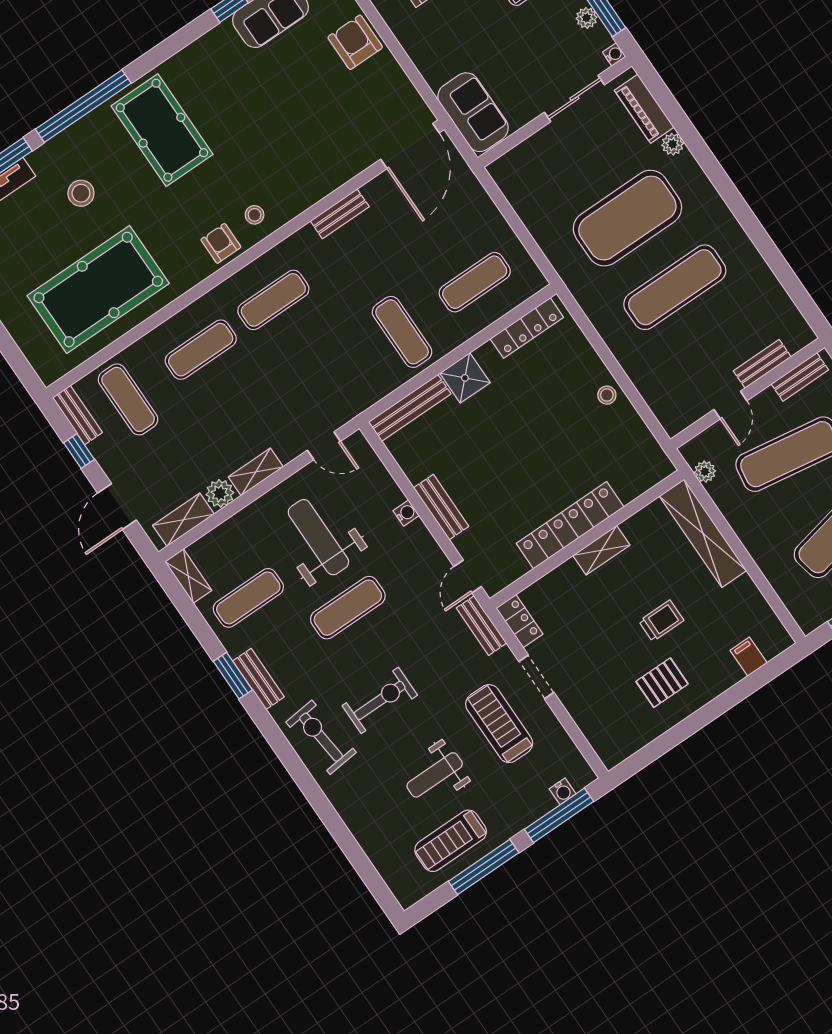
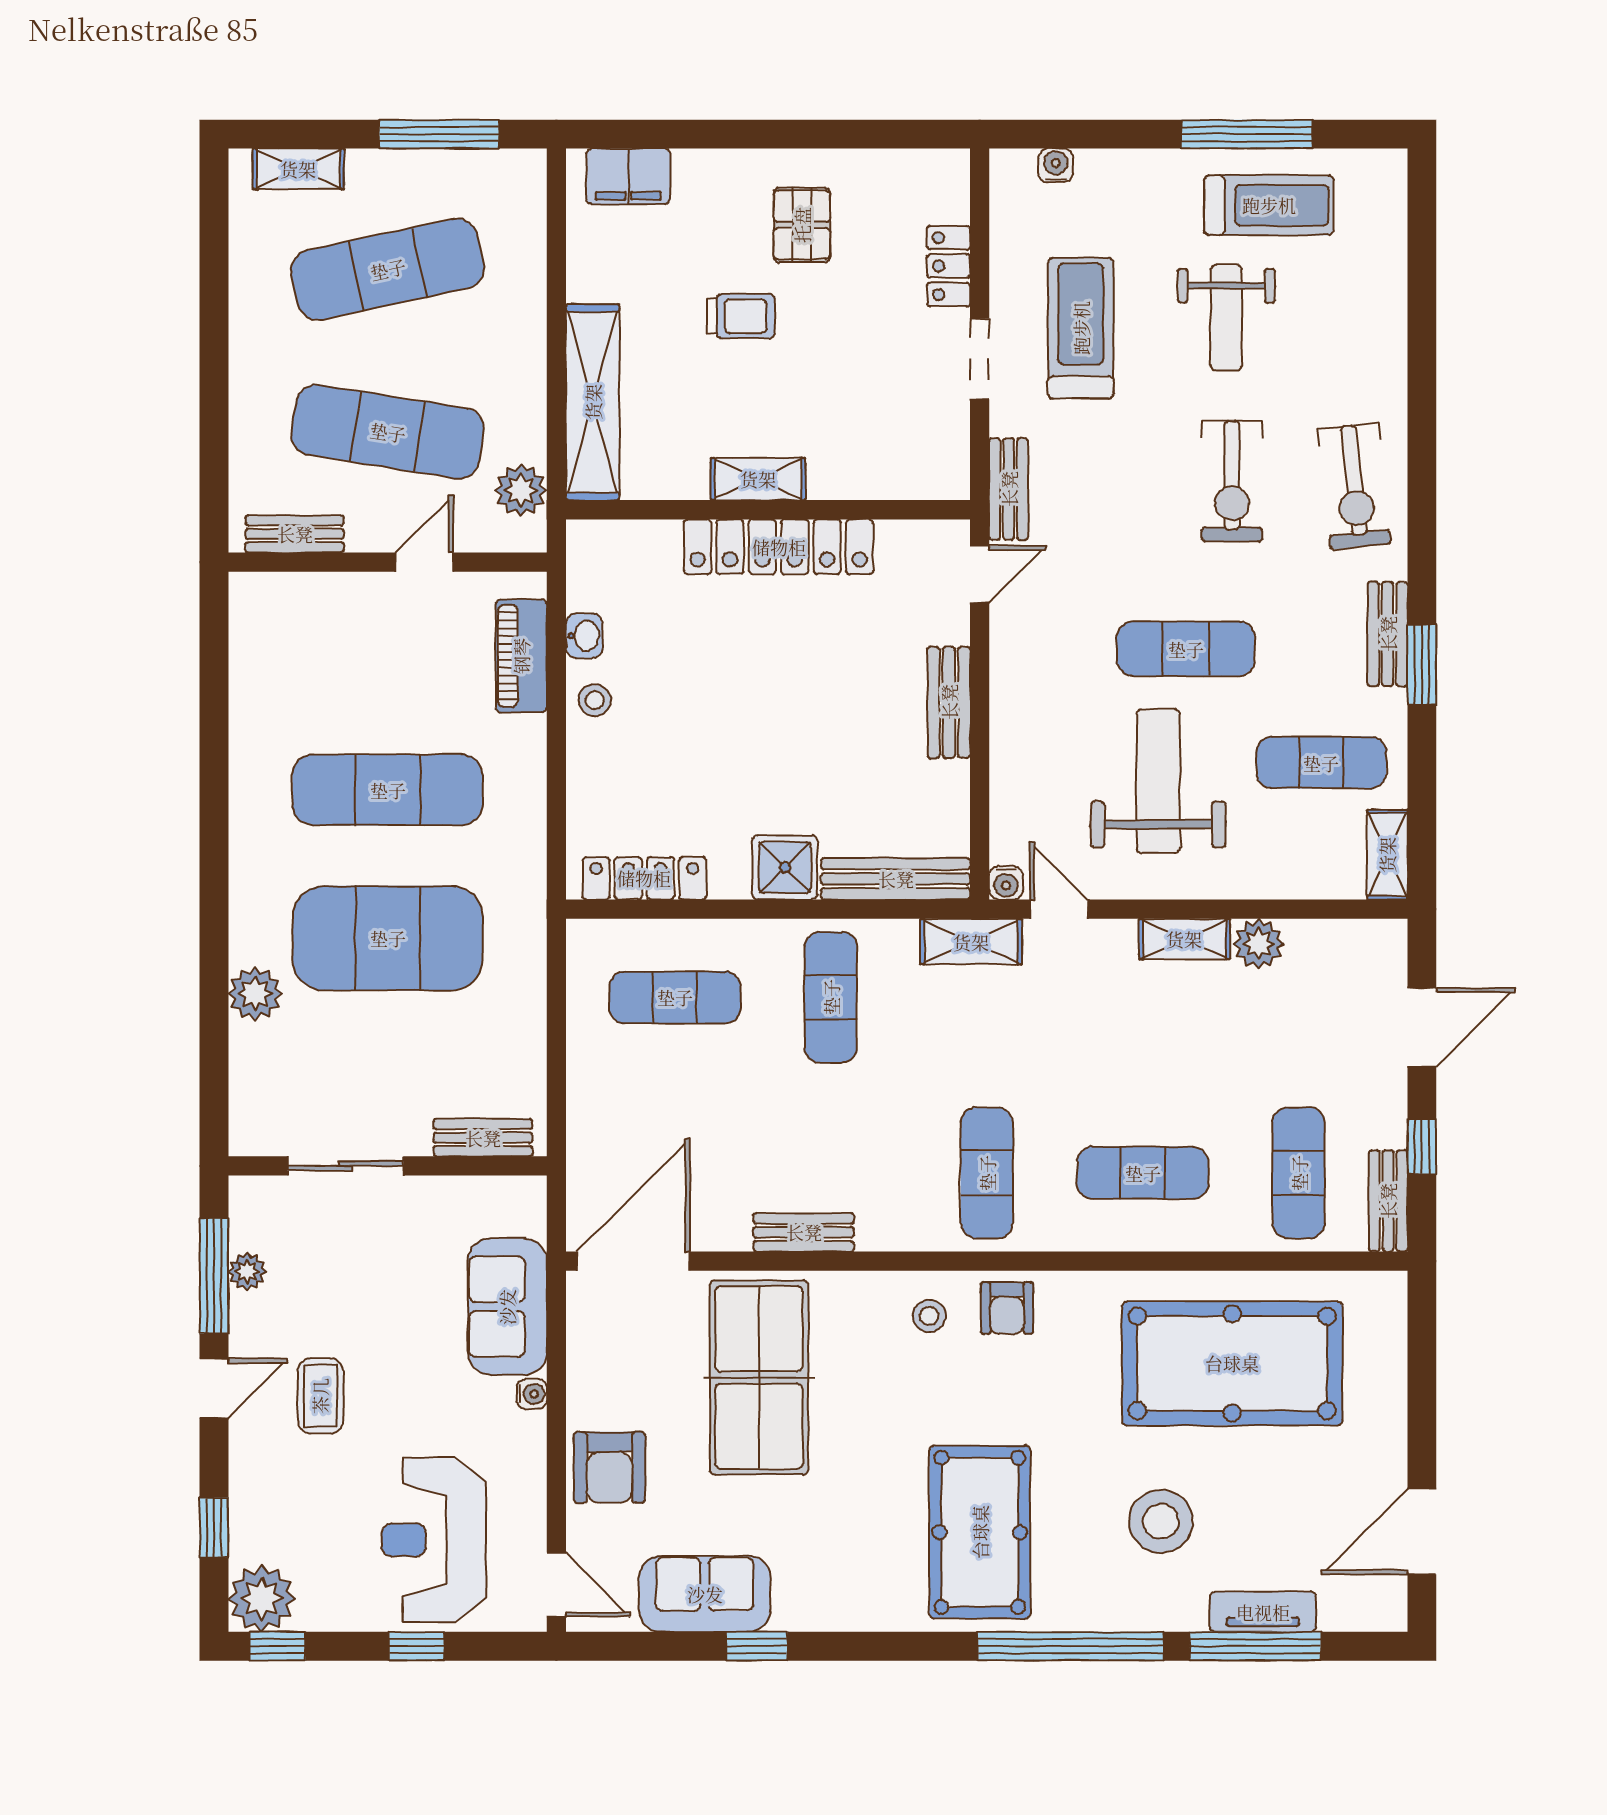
water cooler: (614, 54) -> (532, 1394), moved, turned 180
piano: (644, 109) -> (521, 656), moved, turned 180
sofa: (473, 112) -> (507, 1307), moved
table tennis table: (314, 132) -> (759, 1378), added
plant: (673, 144) -> (255, 994), width x1.38, depth x1.38
stool: (81, 193) -> (1161, 1521), width x1.38, depth x1.38
exercise mat: (273, 300) -> (987, 1173), turned 90
bench: (762, 364) -> (483, 1138), moved
washbasin: (632, 422) -> (584, 636), added
plant: (705, 472) -> (521, 490), width x1.38, depth x1.38
water cooler: (406, 513) -> (1006, 883), moved, turned -90
shelving: (183, 520) -> (971, 942), moved
weight bench: (318, 537) -> (1158, 781), turned 180
locker: (519, 621) -> (949, 266), moved
trolley: (661, 621) -> (741, 316), turned 180
filing cabinet: (749, 657) -> (628, 176), width x2.00
pallet: (662, 683) -> (802, 225), turned 90
exercise bike: (380, 700) -> (1232, 481), turned -90
treadmill: (499, 724) -> (1081, 328), turned 180
weight bench: (435, 775) -> (1226, 318), turned 90
window: (559, 815) -> (1085, 134), removed

